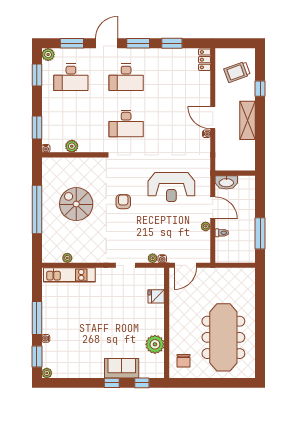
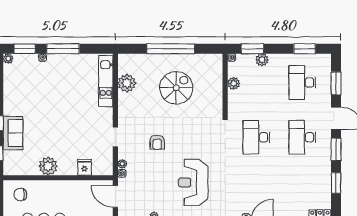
plant: (48, 55) -> (262, 60), moved
armchair: (123, 202) -> (157, 142), moved, turned 90
plant: (67, 258) -> (127, 83), width x1.87, depth x1.87
plant: (155, 344) -> (48, 166), moved

